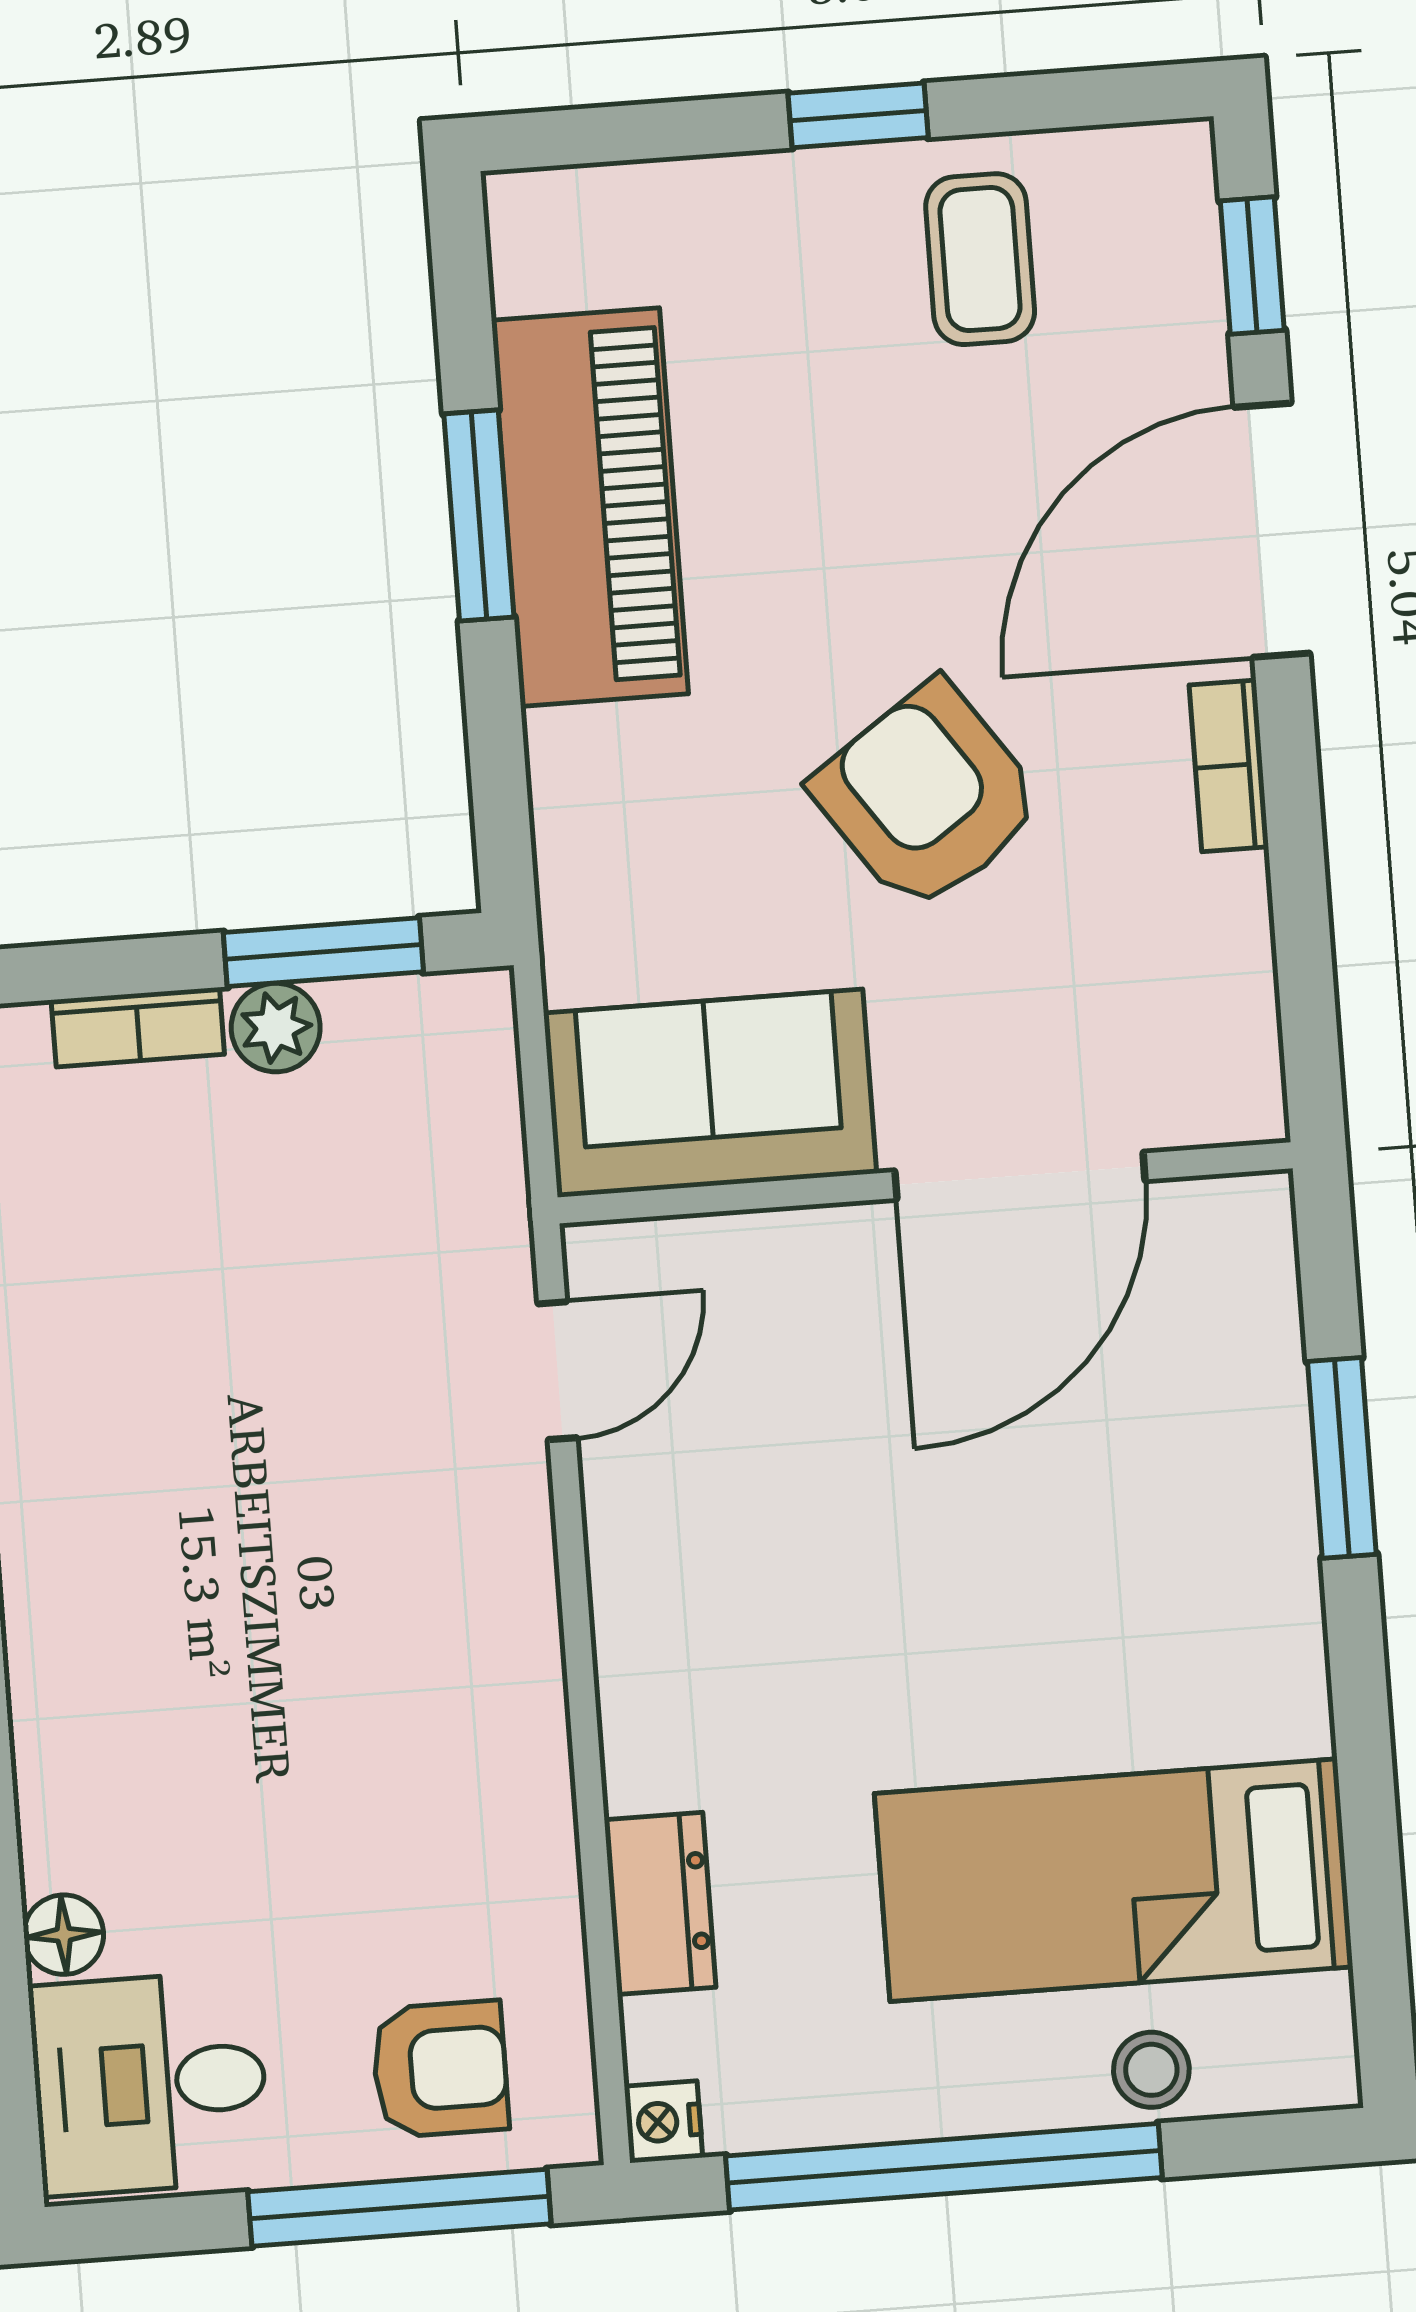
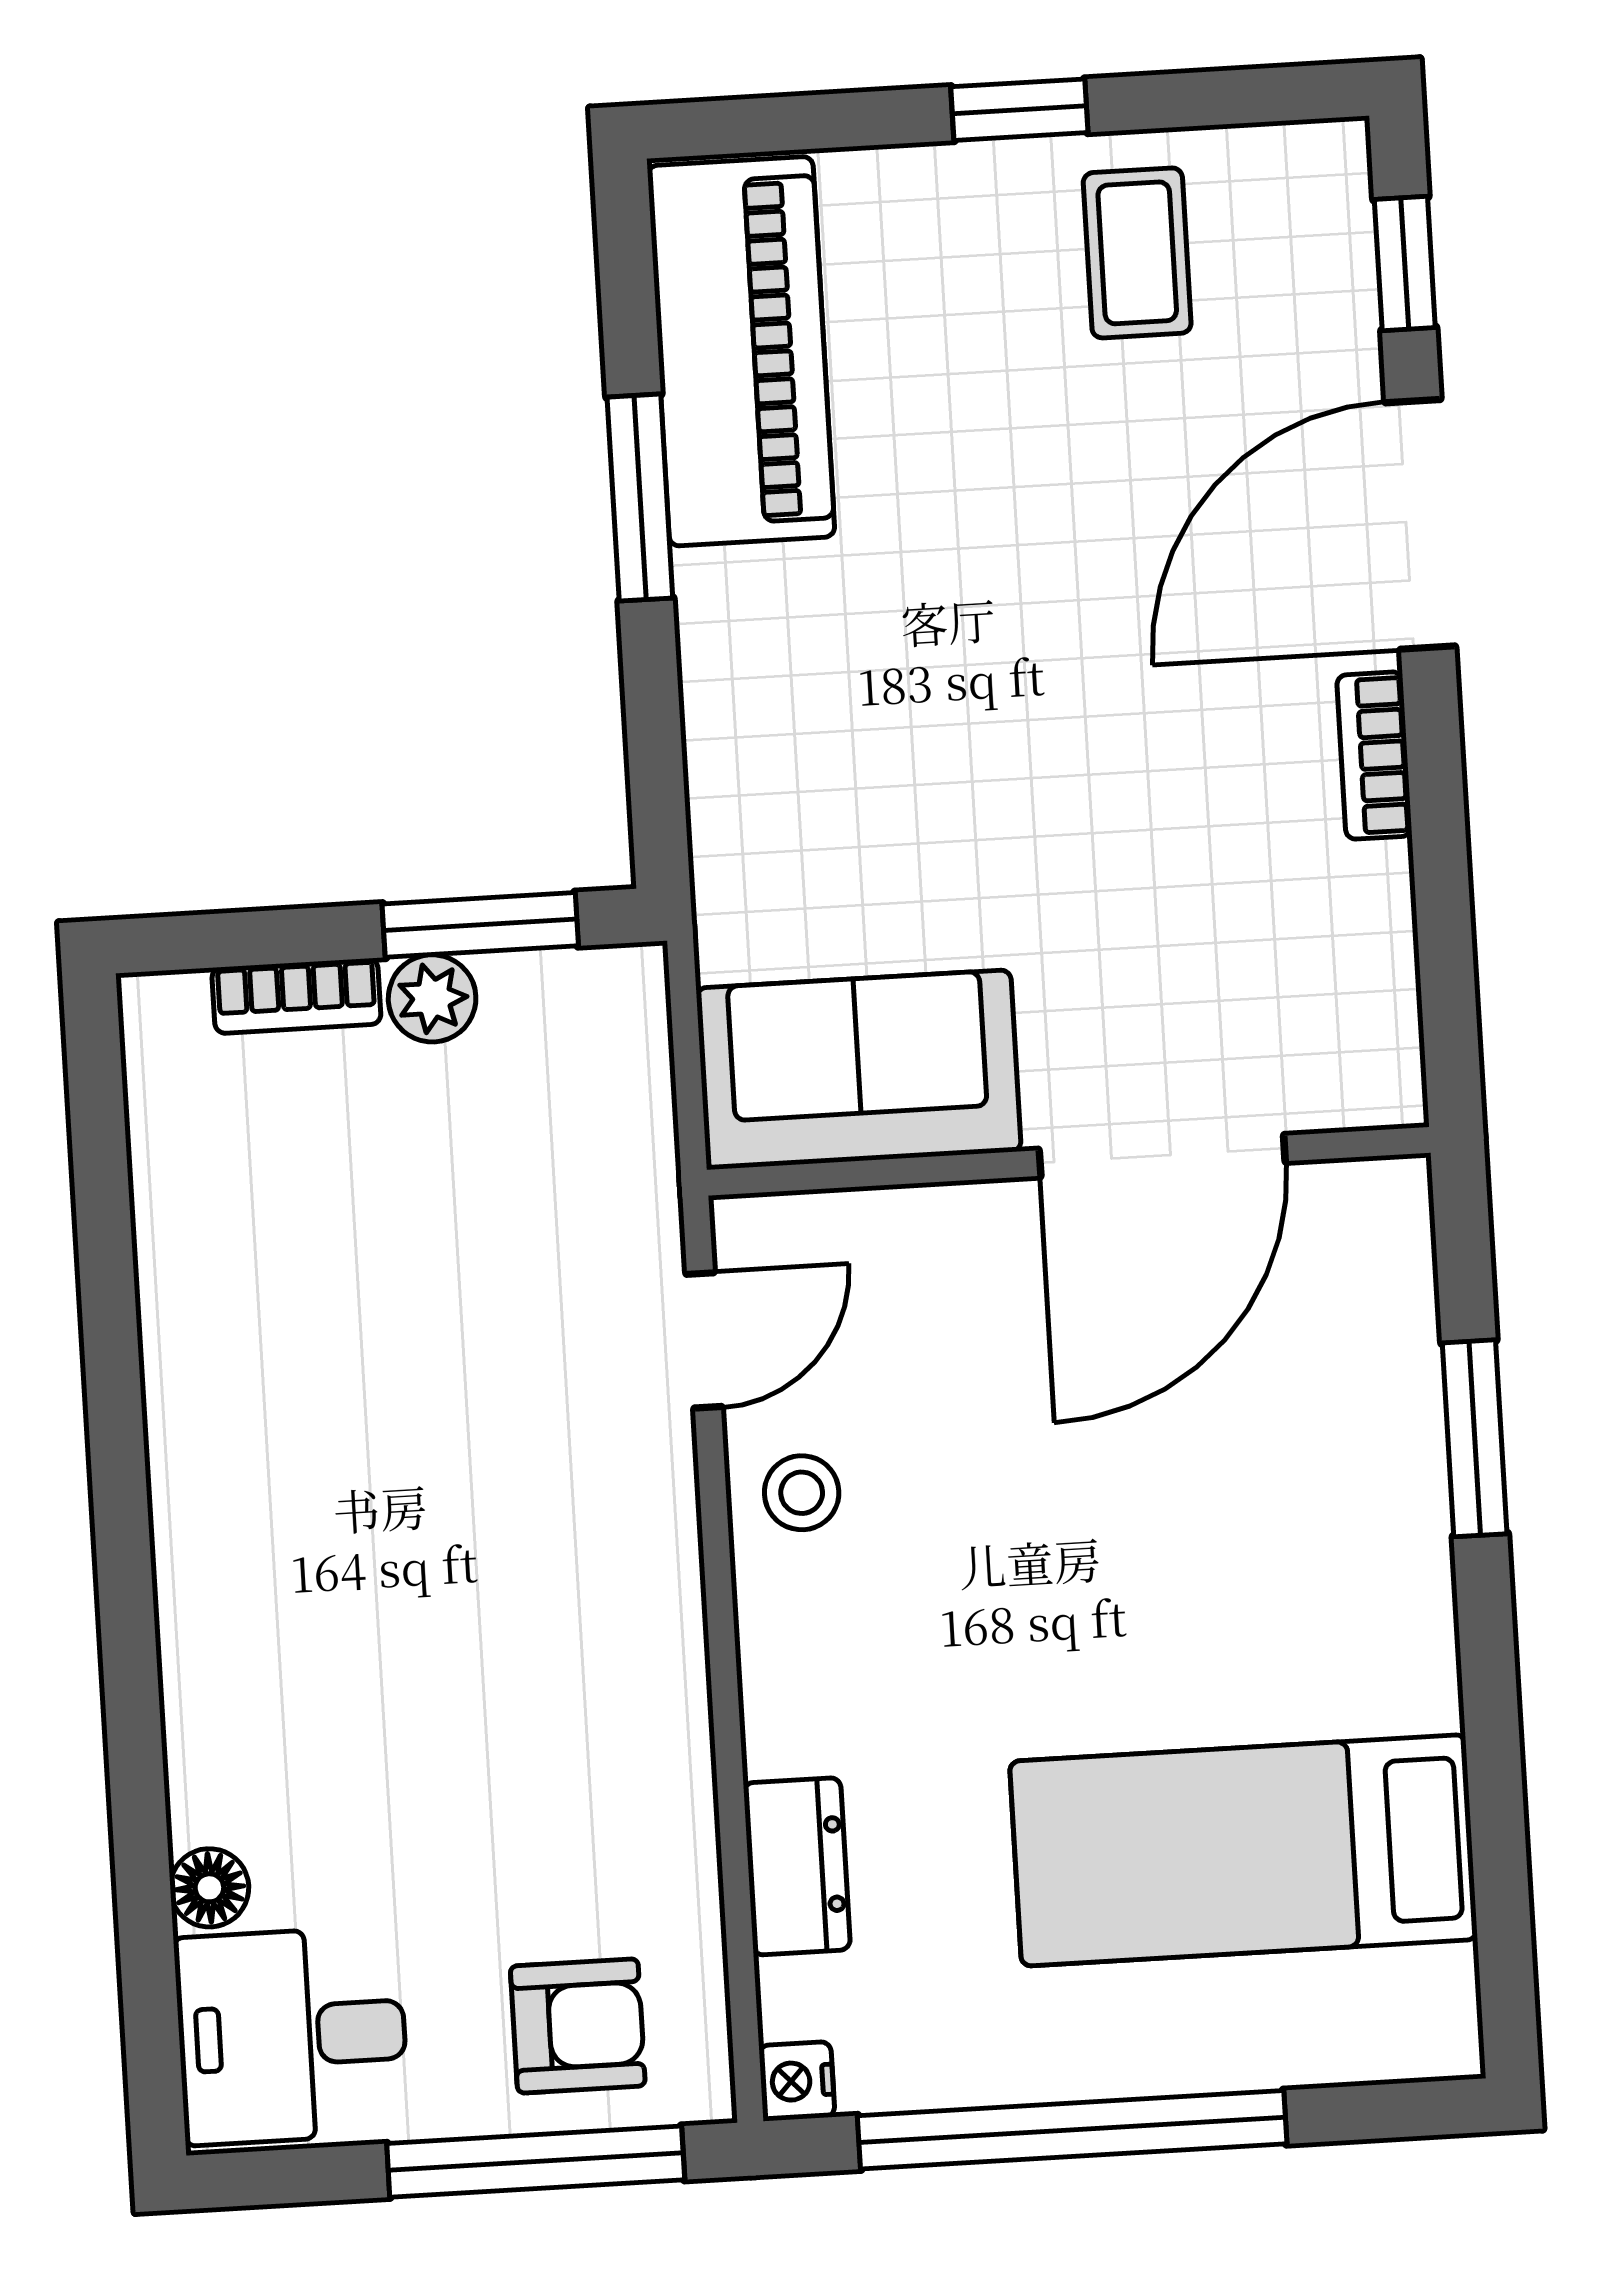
piano: (590, 507) -> (741, 351), moved
armchair: (928, 797) -> (1077, 781), removed
stool: (1151, 2070) -> (802, 1493), moved

